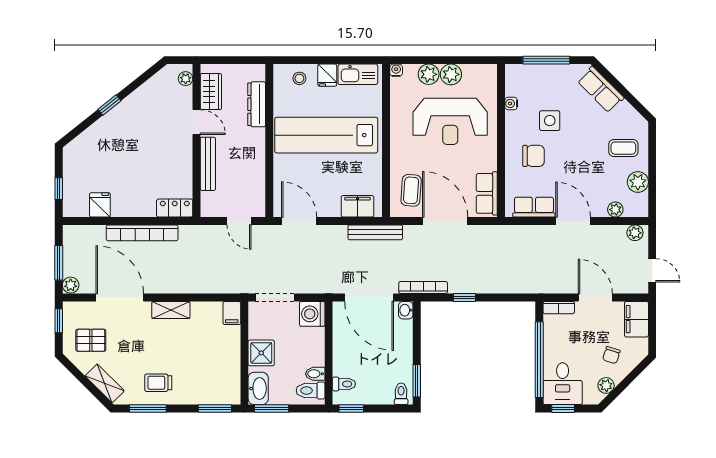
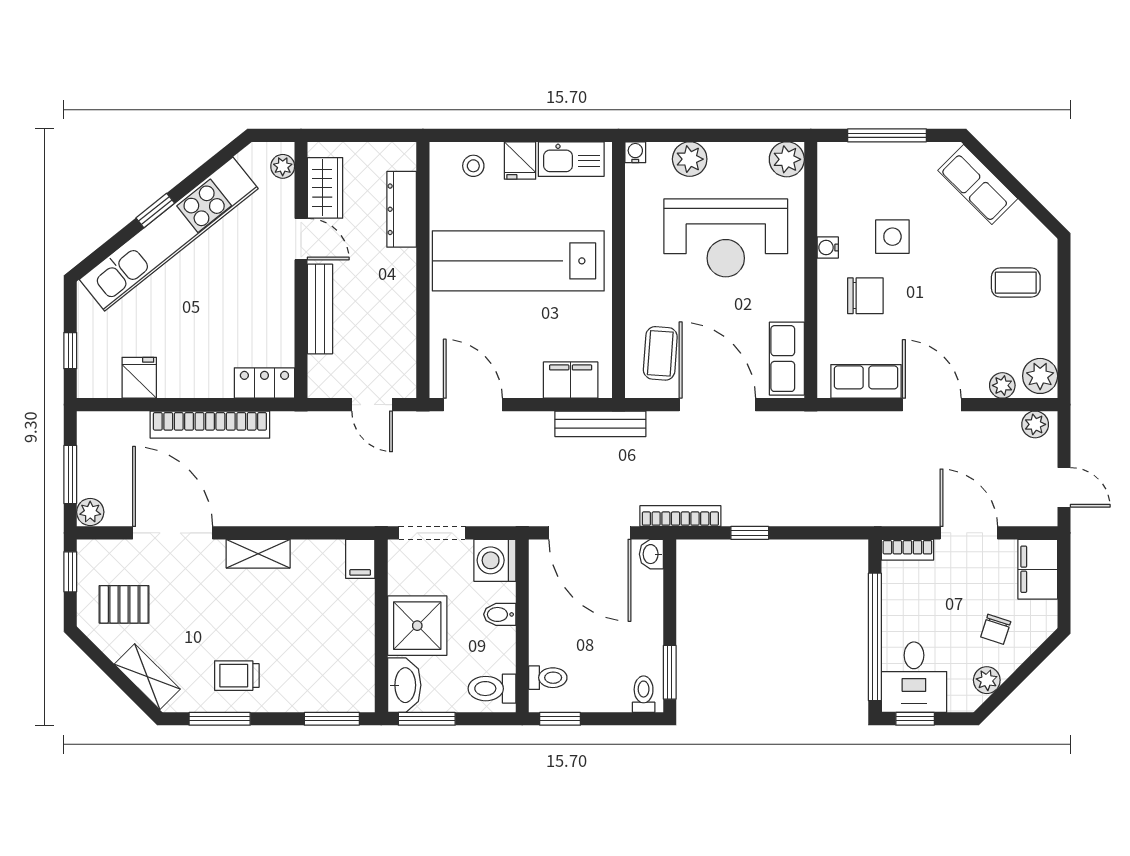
plant: (451, 74) -> (787, 159), moved
water cooler: (511, 104) -> (828, 248), moved
kitchen unit: (118, 119) -> (169, 234), added
plant: (638, 182) -> (1040, 376), moved
shower: (261, 353) -> (417, 626), width x1.36, depth x1.36
bidet: (315, 374) -> (500, 614), moved

